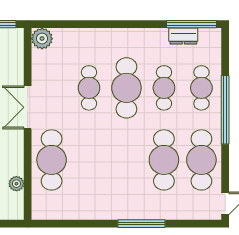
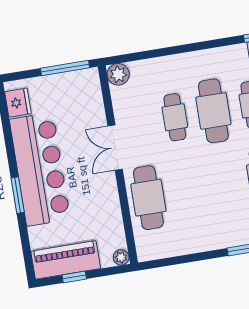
plant: (16, 184) -> (121, 257), moved

